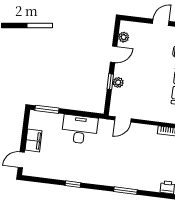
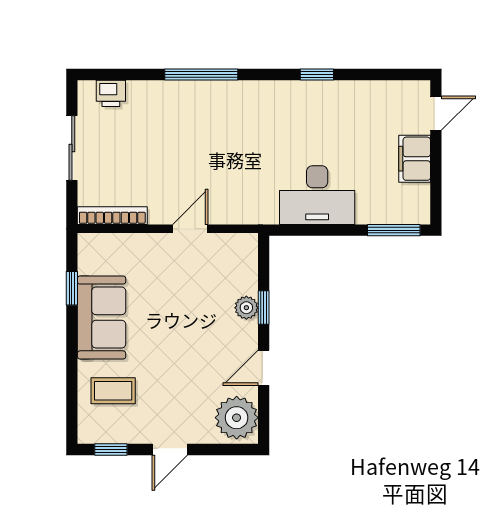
plant: (124, 37) -> (237, 418), width x1.87, depth x1.87
door: (123, 119) -> (190, 229), moved
window: (125, 191) -> (201, 75), width x1.44

